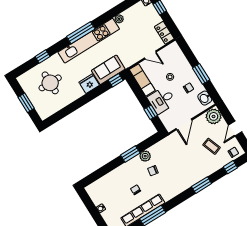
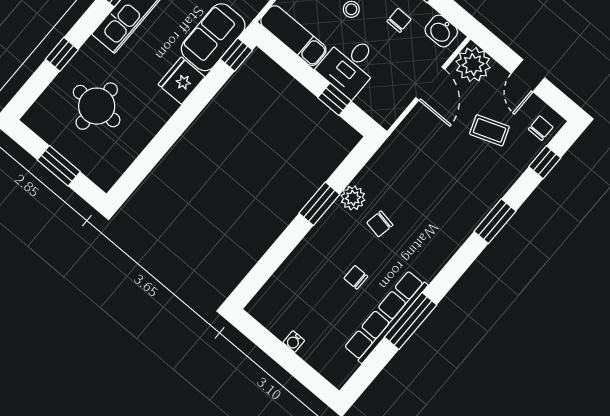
door: (184, 124) -> (430, 84), moved

